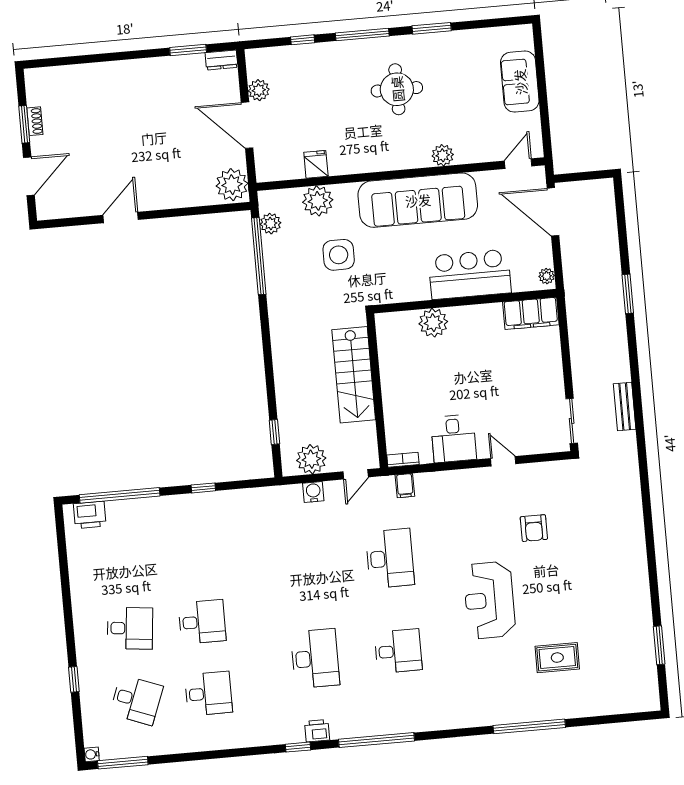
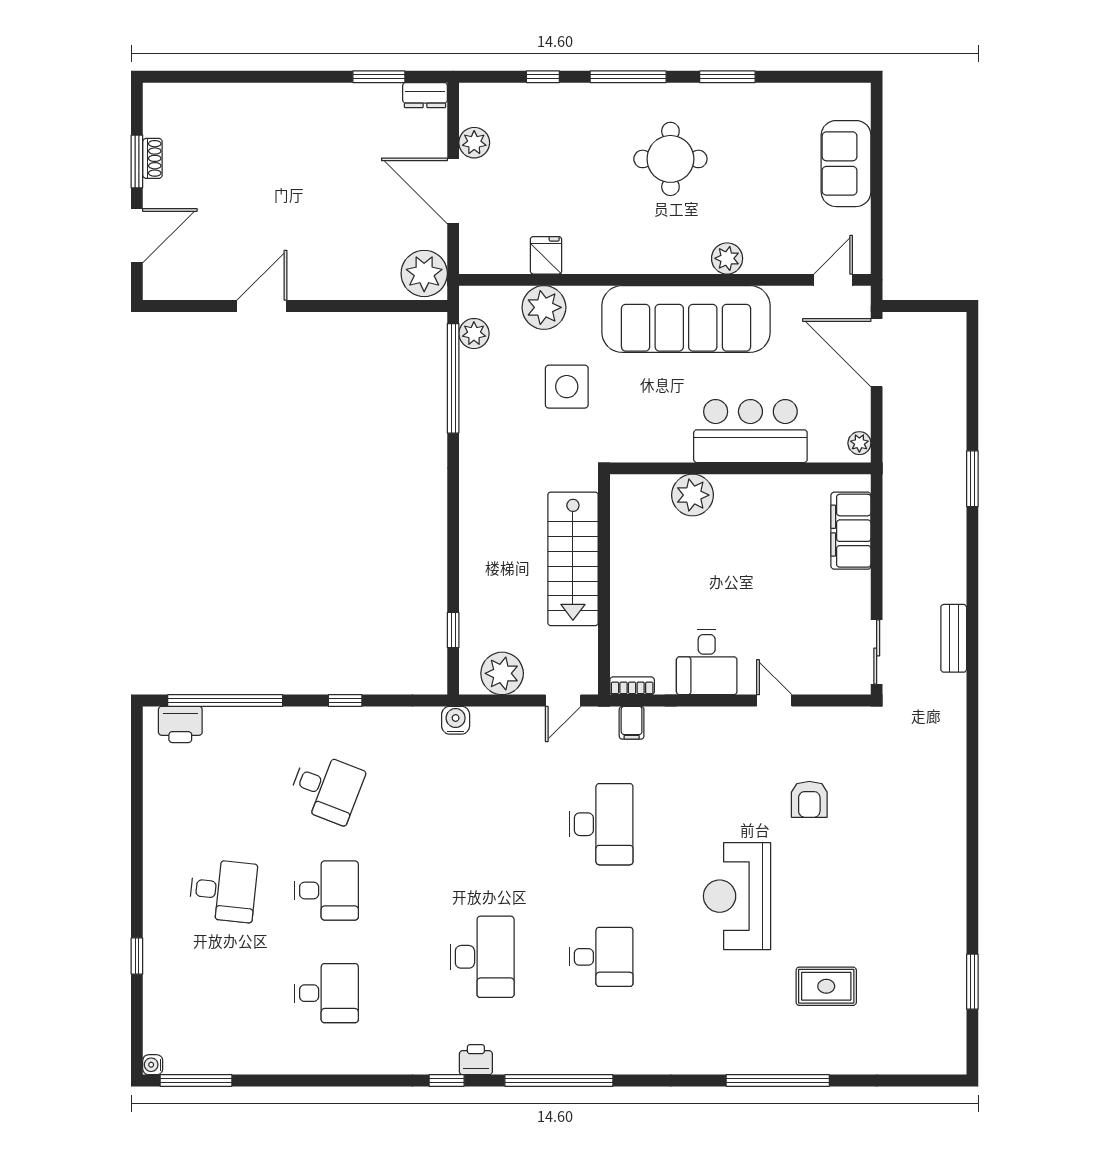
filing cabinet: (531, 313) -> (851, 531), moved, turned 90
water cooler: (313, 492) -> (456, 720), moved
desk: (136, 700) -> (326, 788), moved

